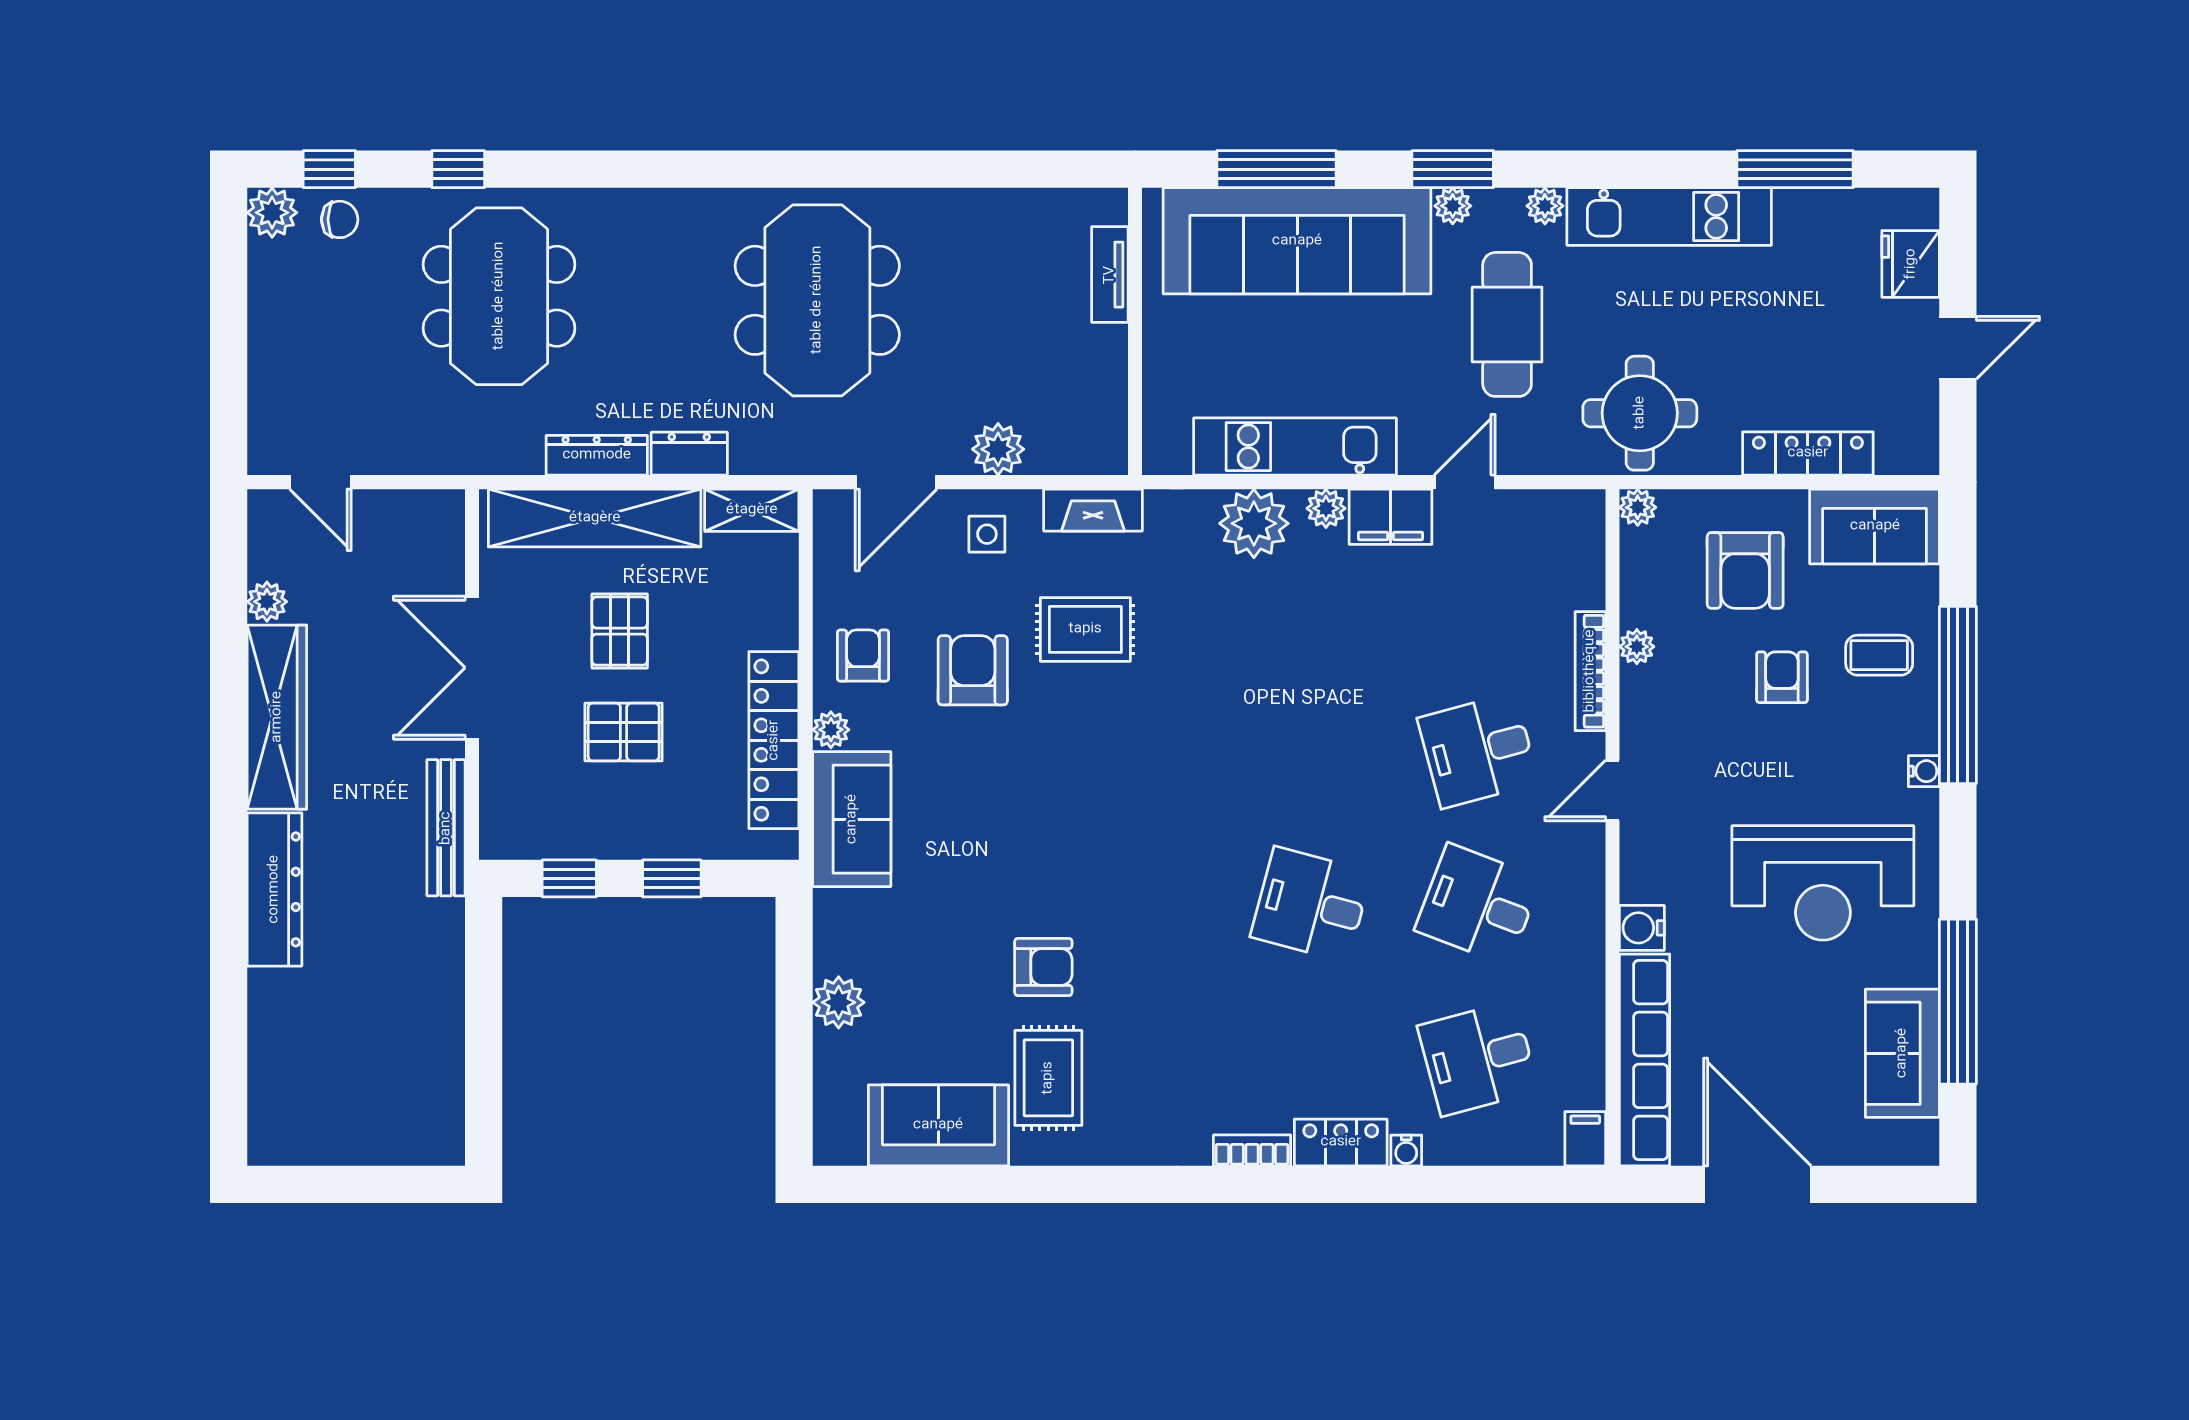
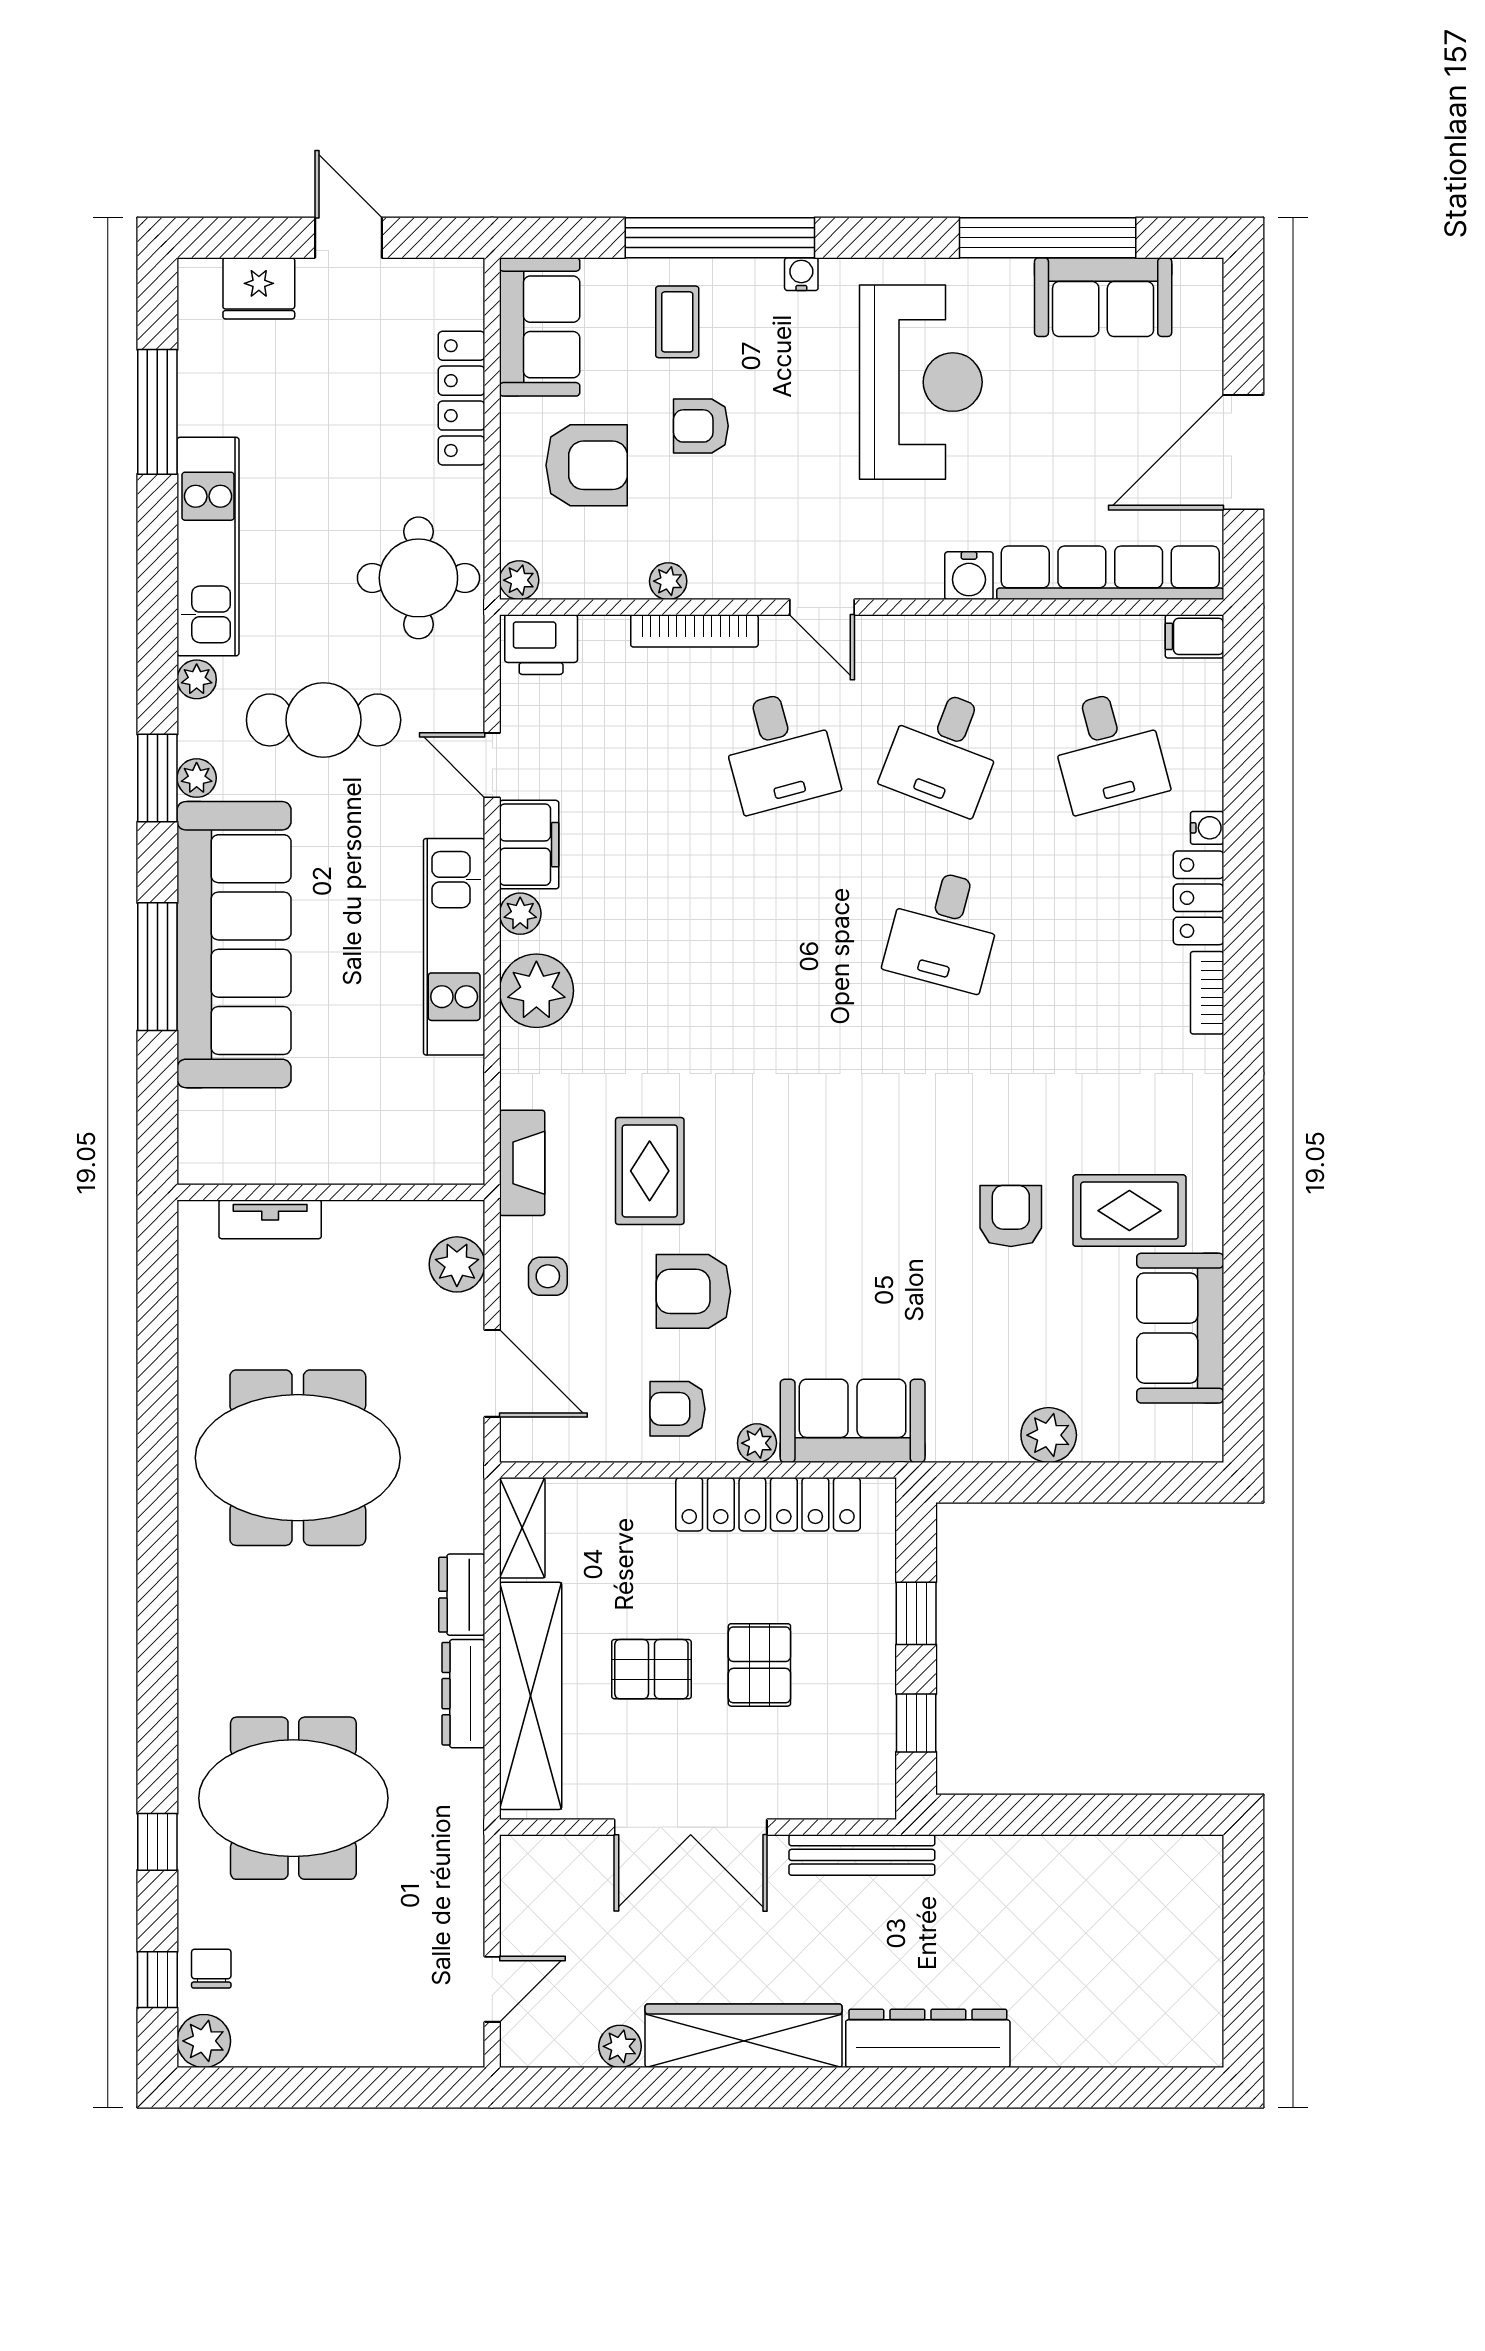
tv unit: (1110, 275) -> (270, 1219), moved
wall: (1135, 331) -> (331, 1192), moved
printer: (1578, 528) -> (541, 645), added

